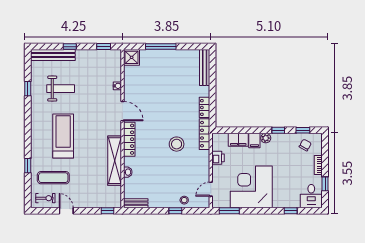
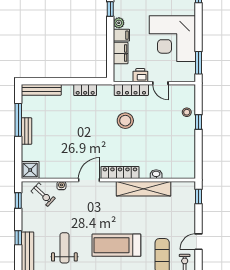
window: (161, 47) -> (18, 120), moved
exercise bike: (109, 69) -> (43, 195), added
locker: (205, 134) -> (131, 90), moved
door: (211, 189) -> (160, 83), moved
bench: (136, 203) -> (27, 131), moved

